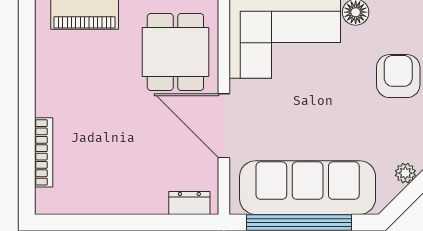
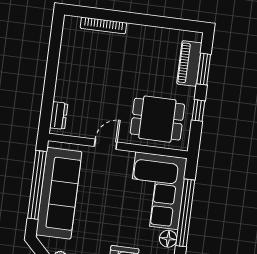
door: (224, 126) -> (106, 144), width x0.53

